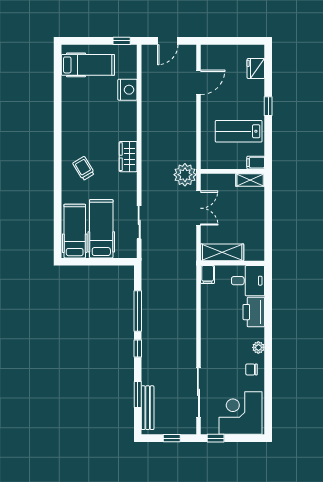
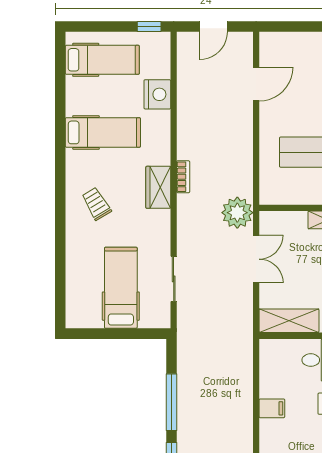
bookcase: (146, 149) -> (183, 177), added
hospital bed: (75, 231) -> (103, 132), moved, turned 90
filing cabinet: (208, 275) -> (272, 408), moved, turned -90

